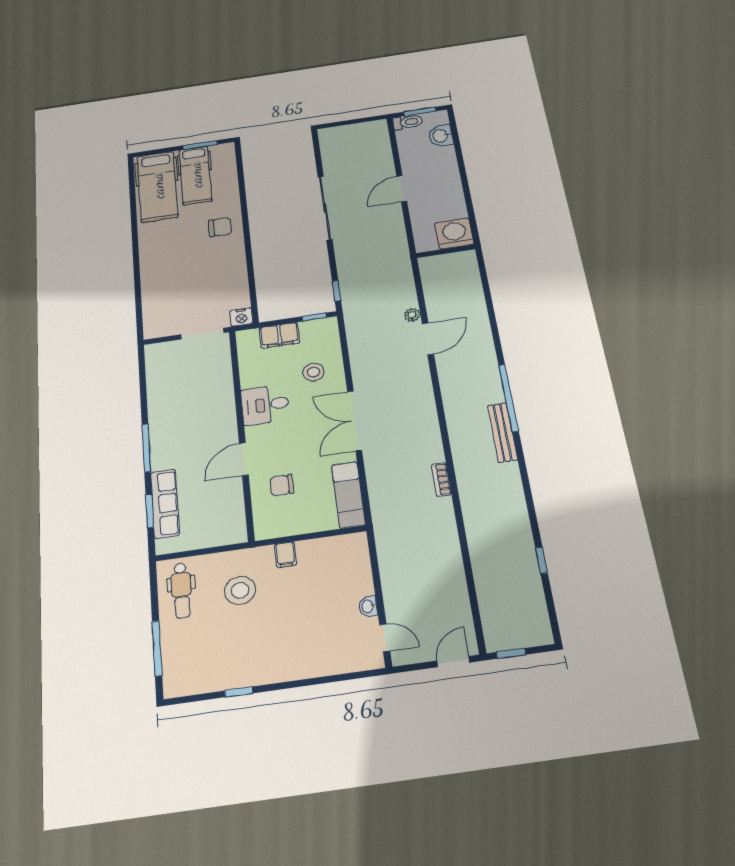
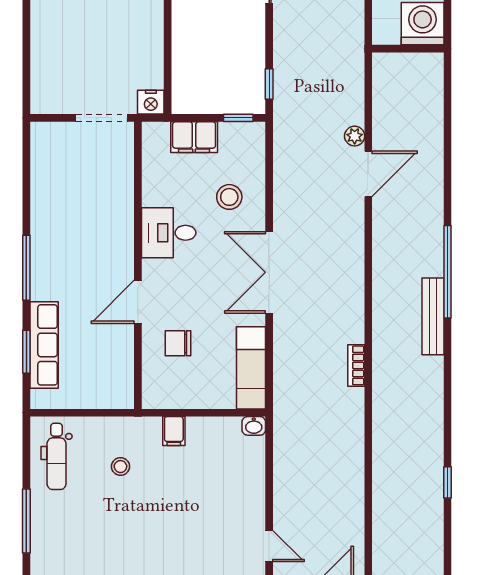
stool: (240, 590) -> (120, 467), width x0.53, depth x0.53
washbasin: (368, 606) -> (254, 426), moved, turned -90

